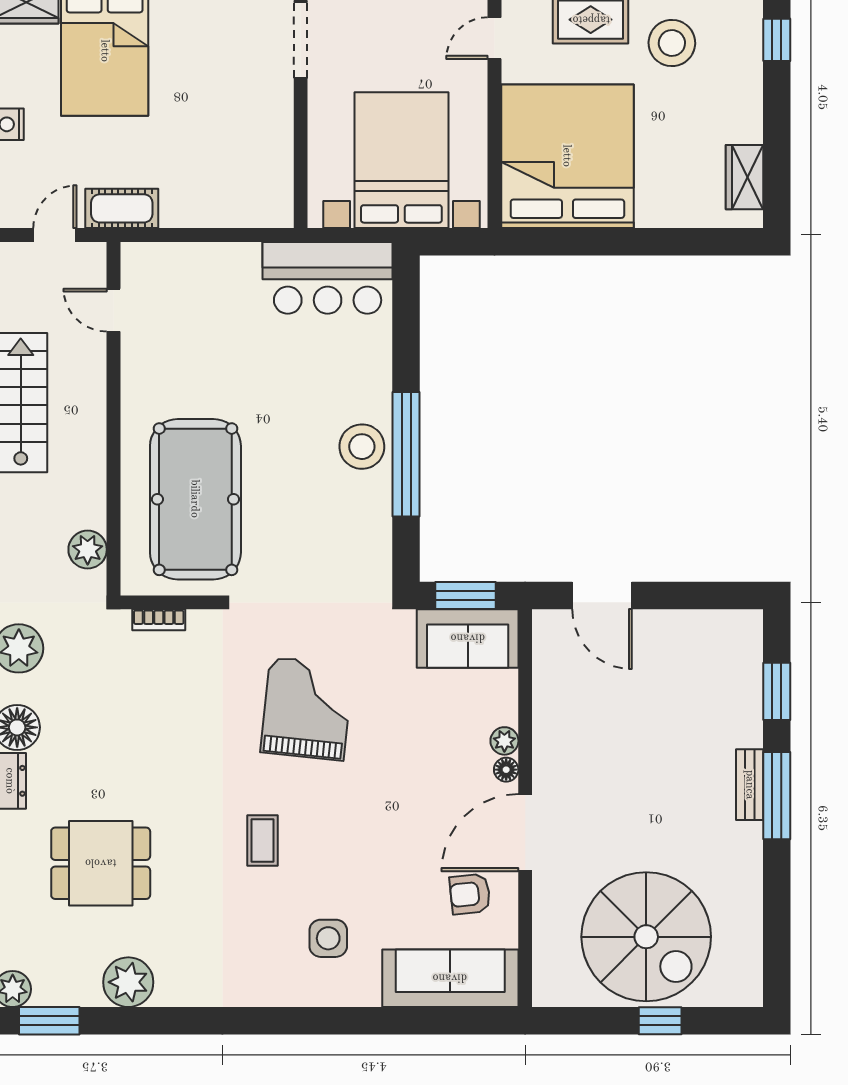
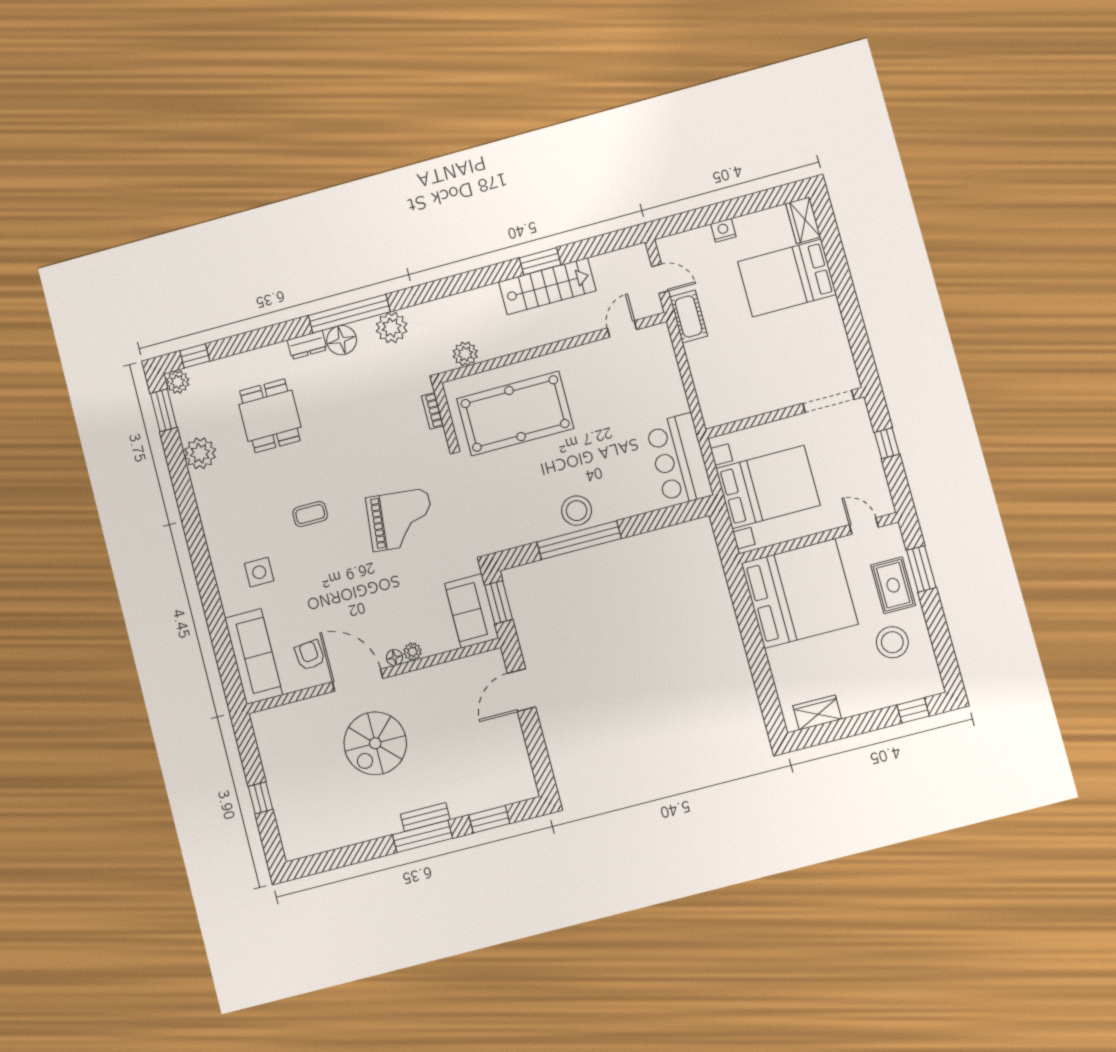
spiral stairs: (646, 937) -> (375, 743), moved, width x0.73, depth x0.73

